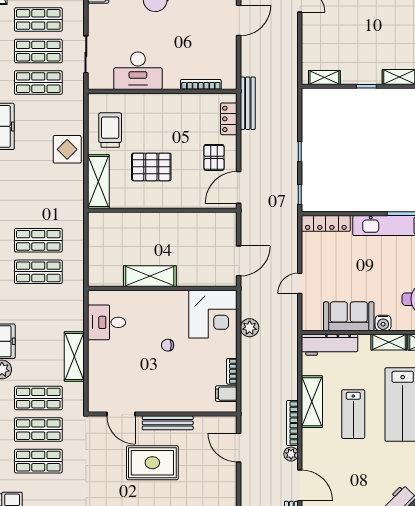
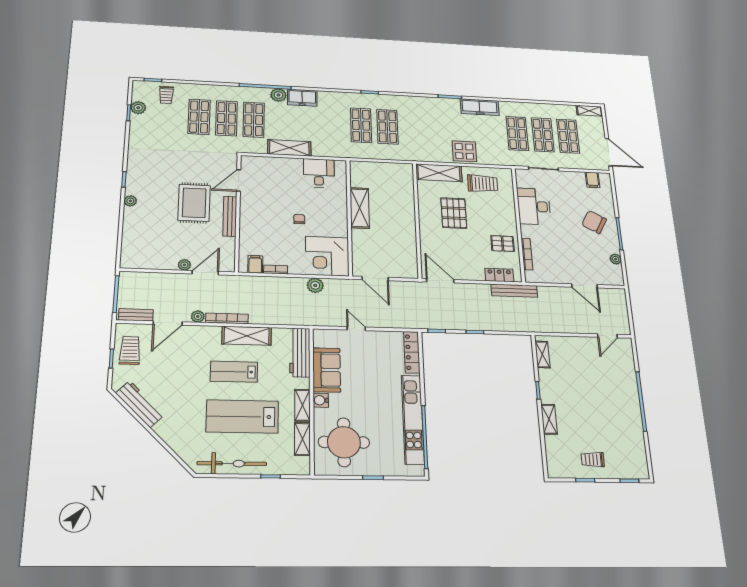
pallet: (214, 157) -> (503, 244), moved
plant: (230, 470) -> (184, 265), added

